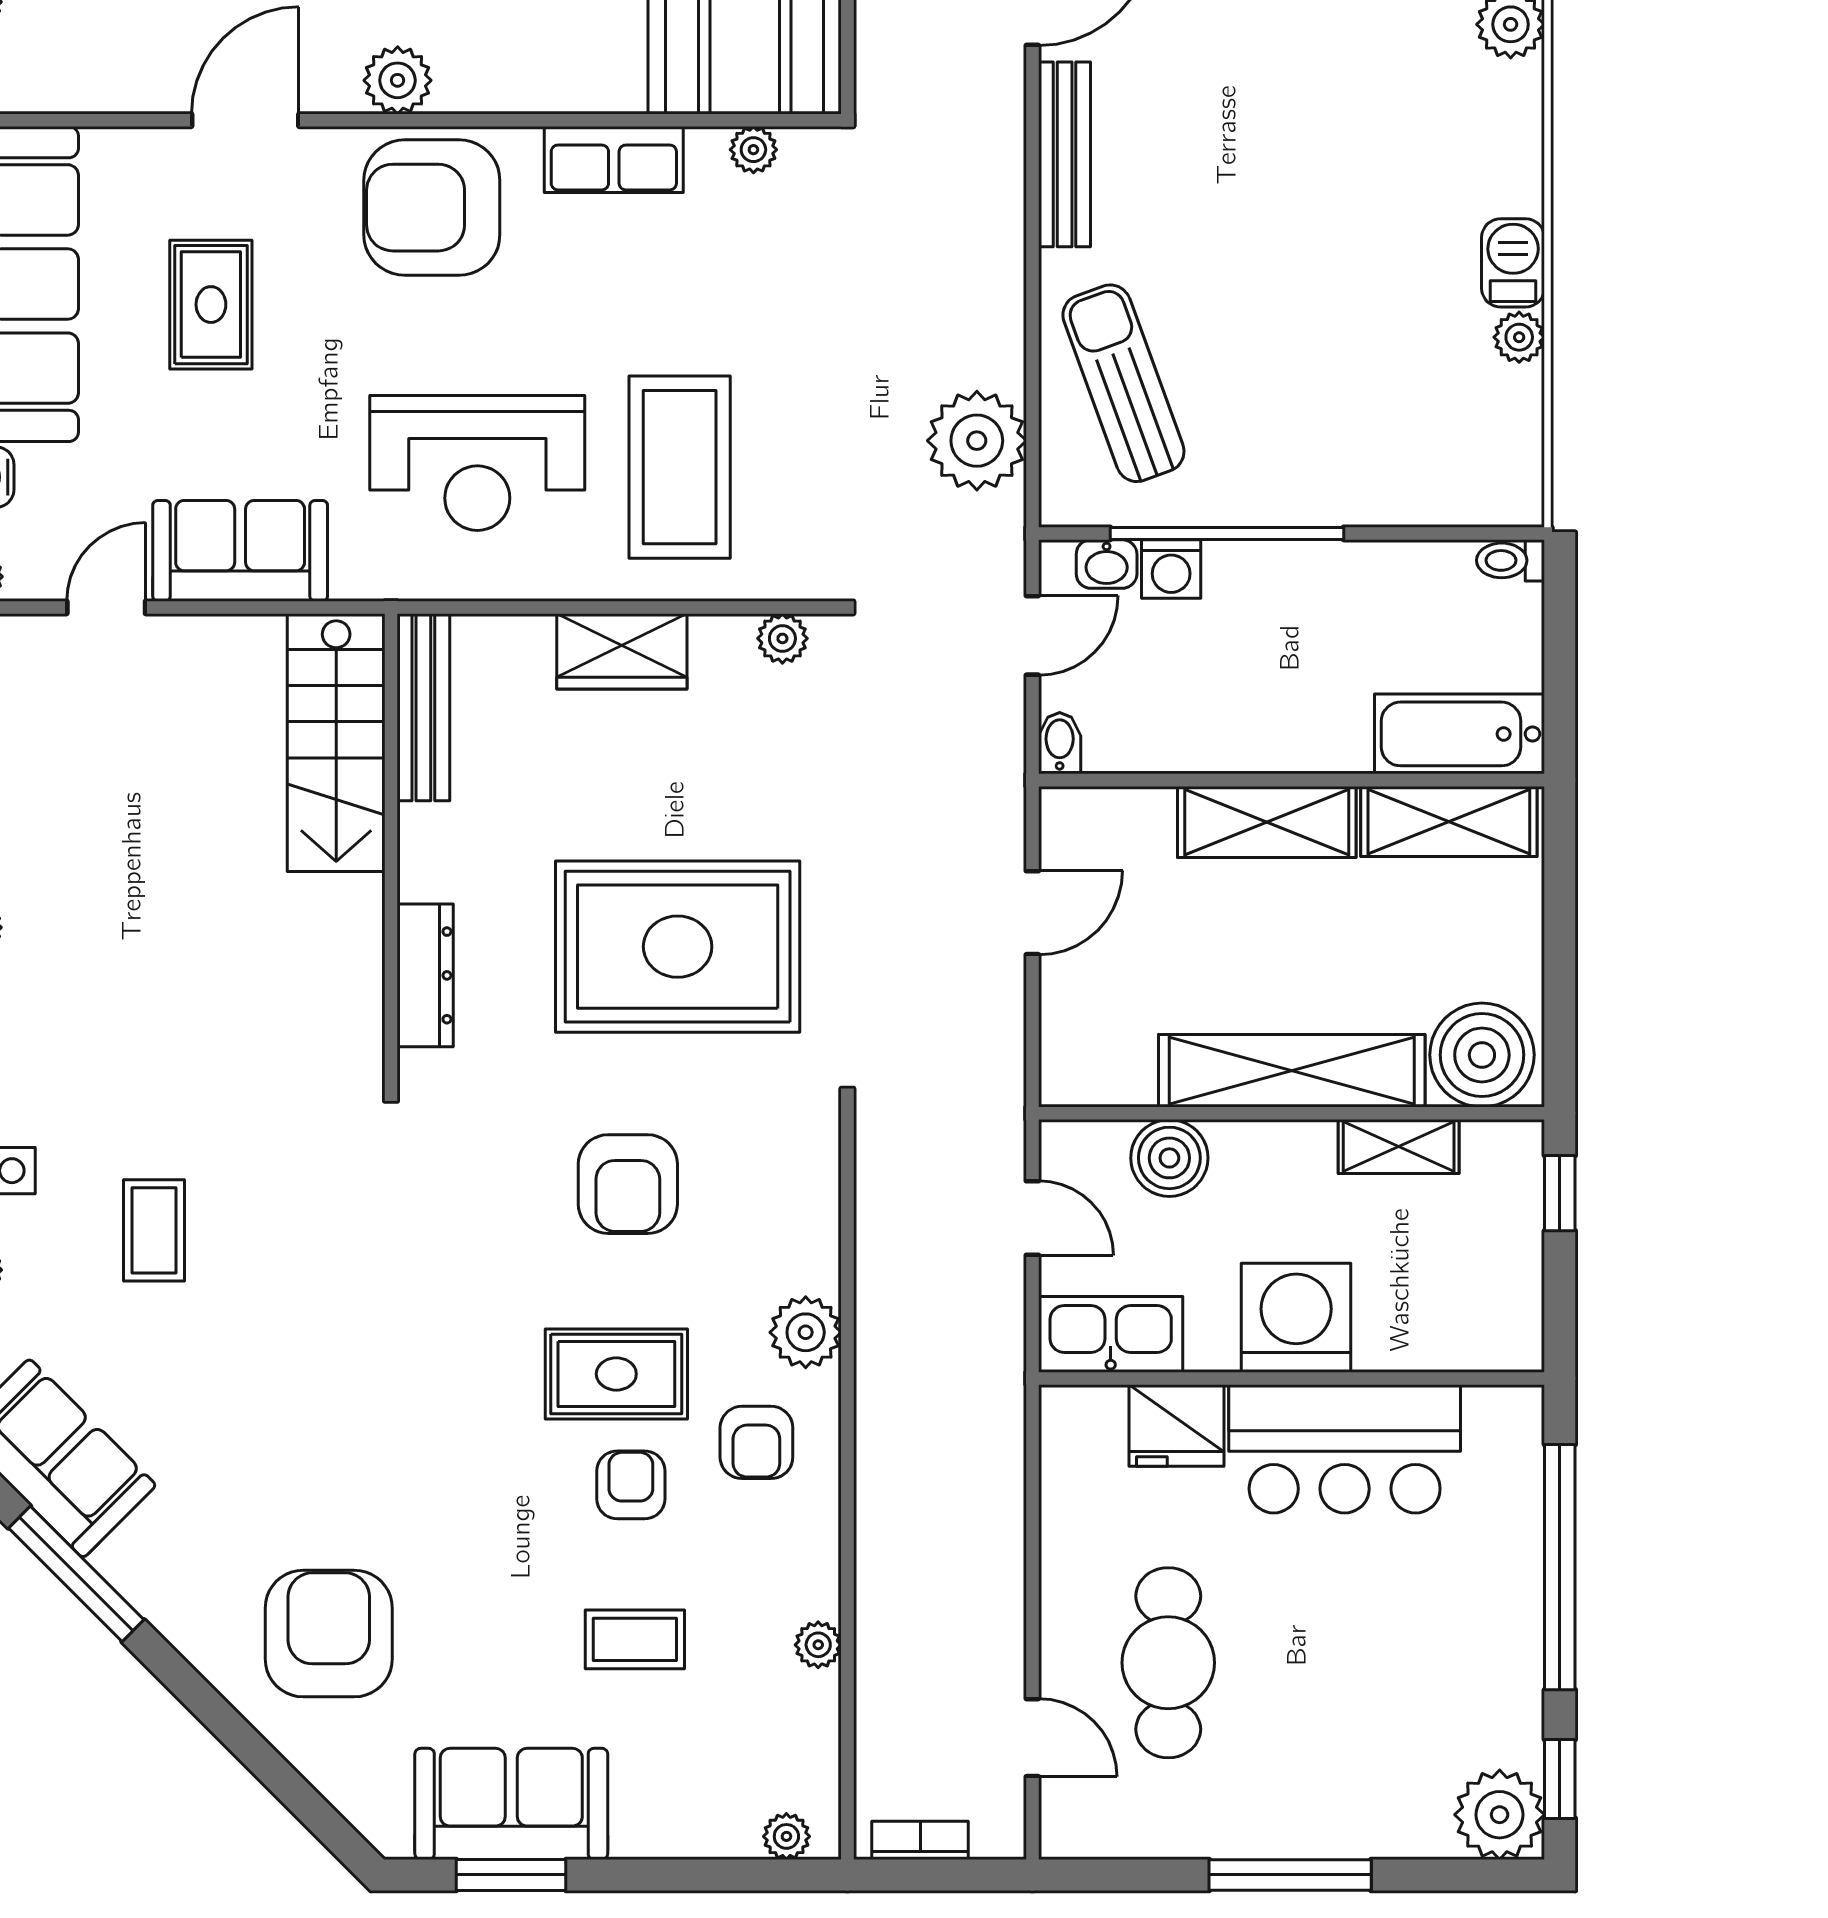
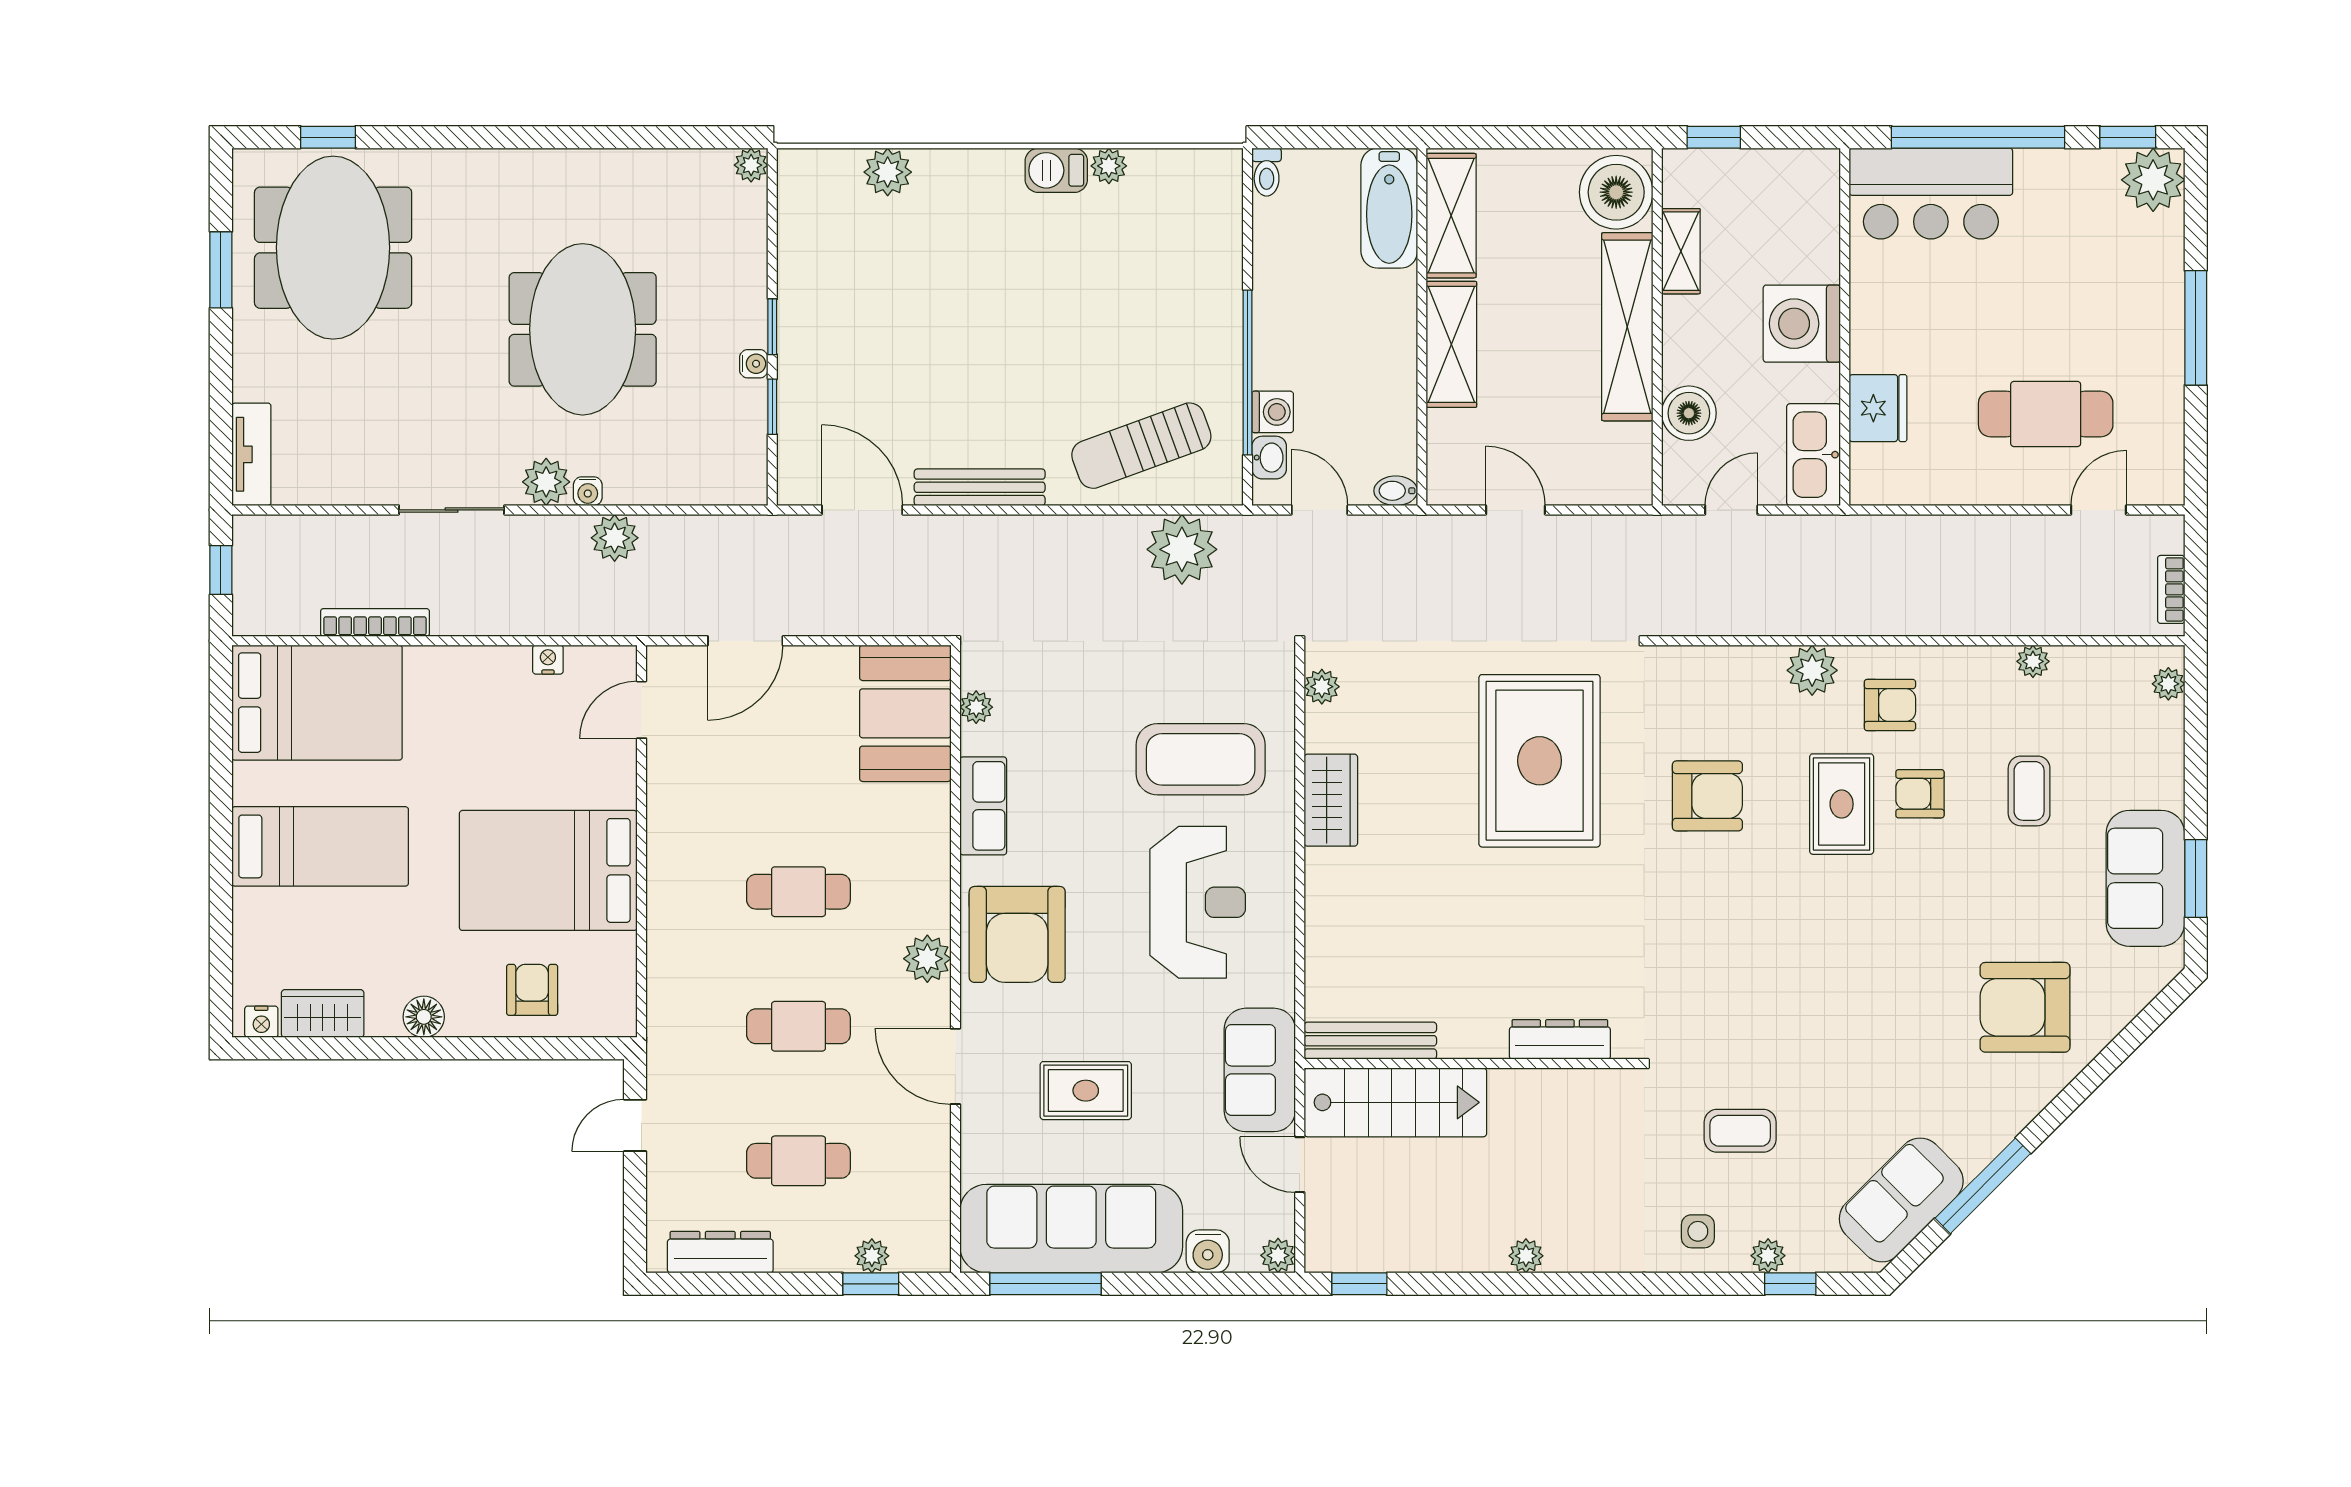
bench: (423, 707) -> (1370, 1041), moved
stairs: (336, 743) -> (1395, 1102), moved
wall: (391, 851) -> (1472, 1064), moved
dresser: (425, 975) -> (1560, 1039), moved
bar counter: (1345, 1449) -> (1931, 194), moved, turned 90

